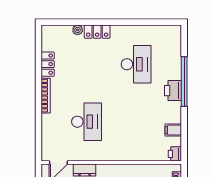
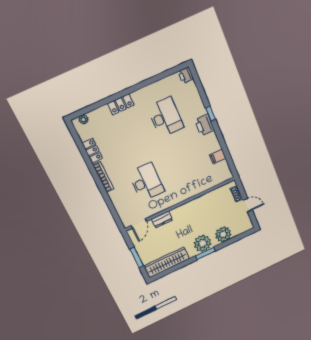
plant: (78, 30) -> (84, 119), moved
window: (184, 82) -> (210, 114), width x0.32
printer: (175, 154) -> (186, 75), moved

